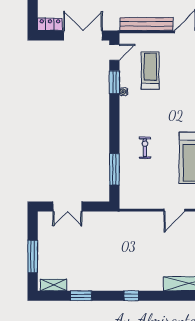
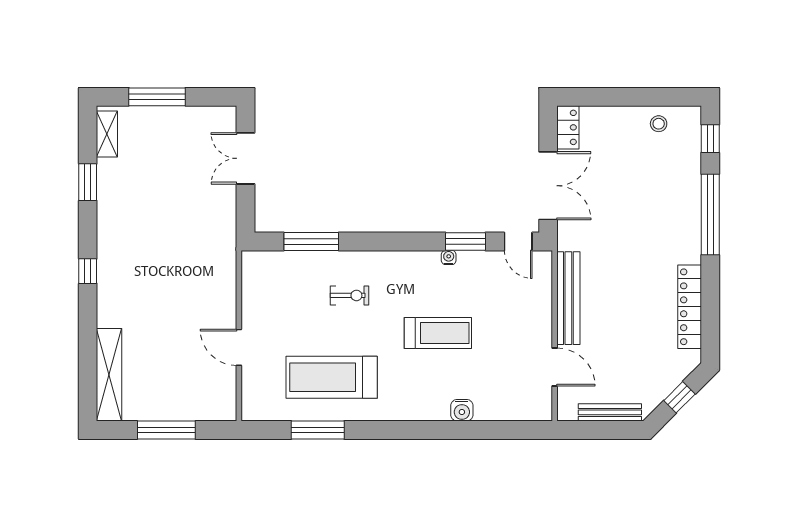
treadmill: (150, 70) -> (438, 333), moved

